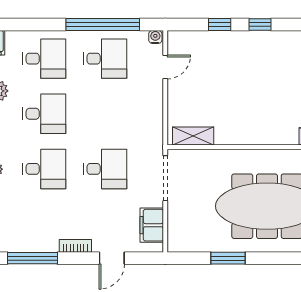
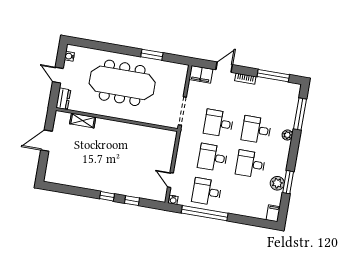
desk: (44, 59) -> (213, 157), moved
door: (165, 67) -> (170, 180), hinge flipped
shelving: (193, 136) -> (160, 134), removed
filing cabinet: (152, 225) -> (201, 74), moved, turned 90

